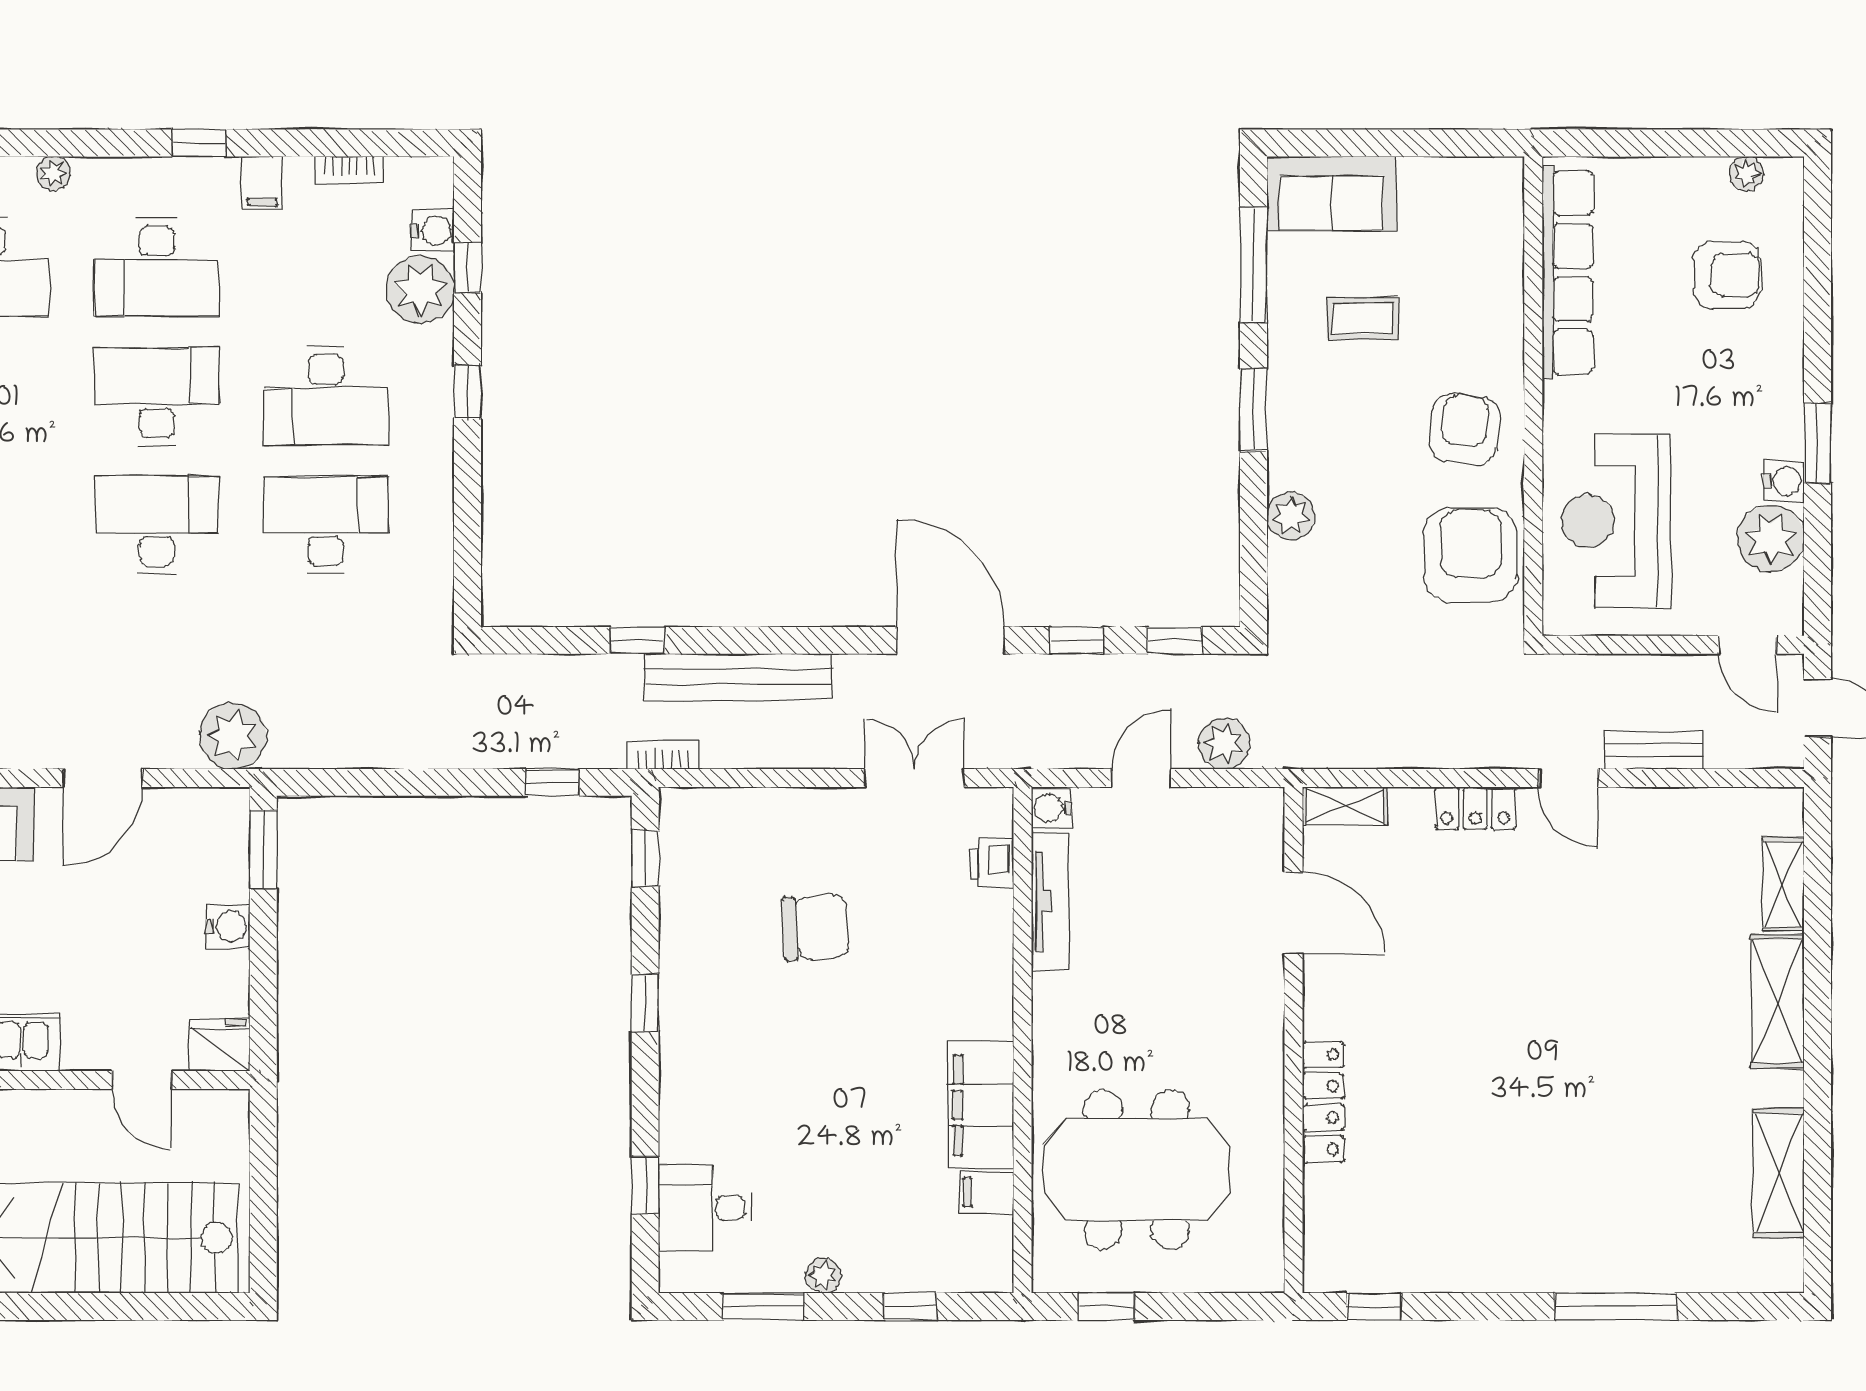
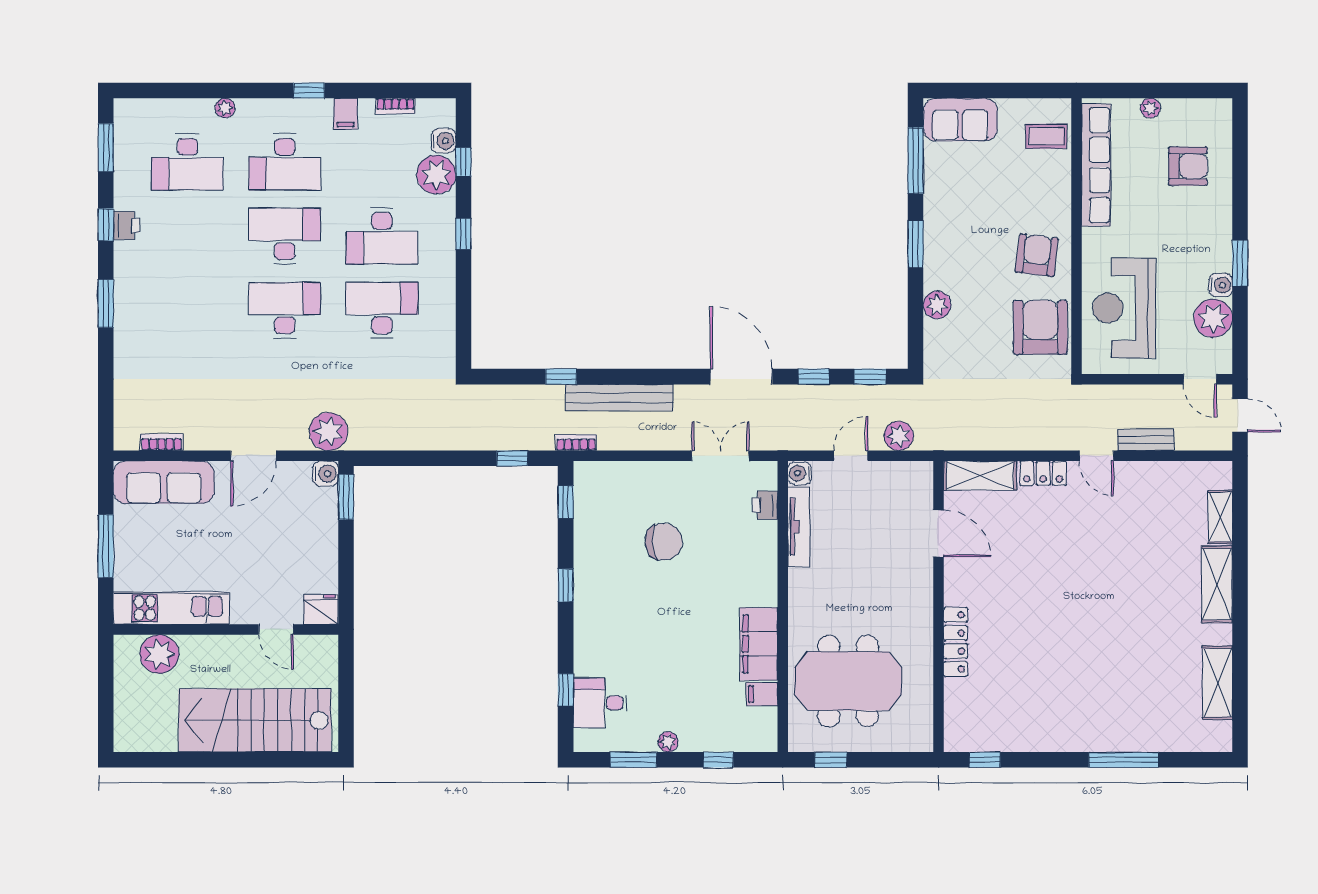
plant: (1746, 173) -> (1150, 108), moved
coffee table: (1363, 318) -> (1046, 136), moved
shelving: (1345, 806) -> (980, 475), width x1.50, depth x1.33
water cooler: (228, 926) -> (326, 474), moved

